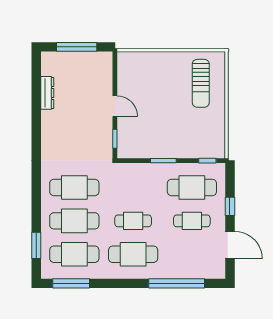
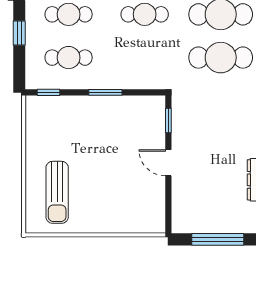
sun lounger: (201, 83) -> (57, 192), turned 180
cafe table: (192, 187) -> (69, 58), width x0.73, depth x0.74

